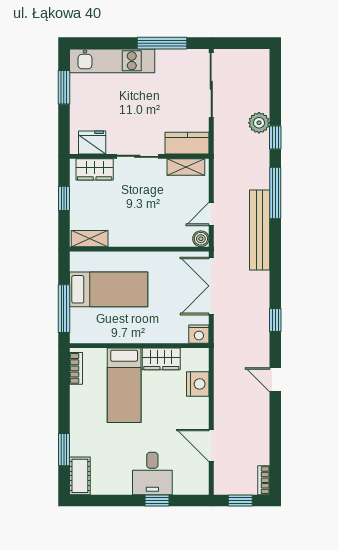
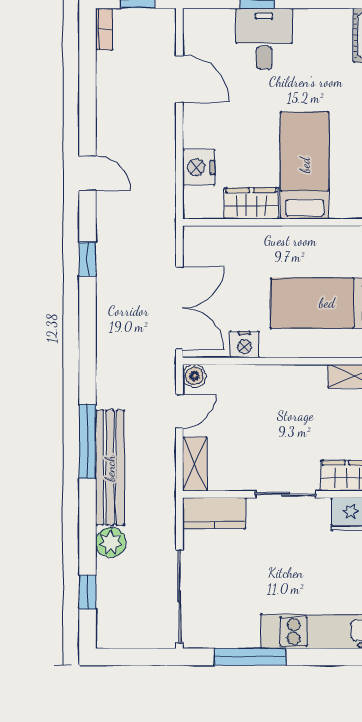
window: (275, 137) -> (88, 592), moved
shelving: (186, 167) -> (195, 464), moved, turned 90
bench: (260, 230) -> (110, 468), moved
nightstand: (199, 334) -> (244, 344), moved, turned 180

